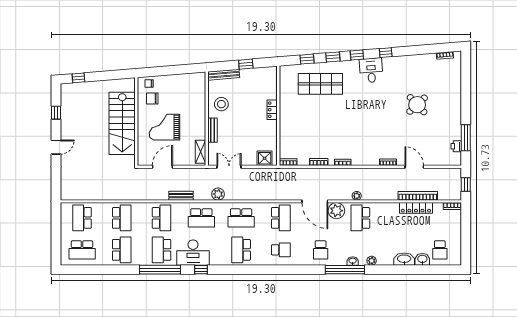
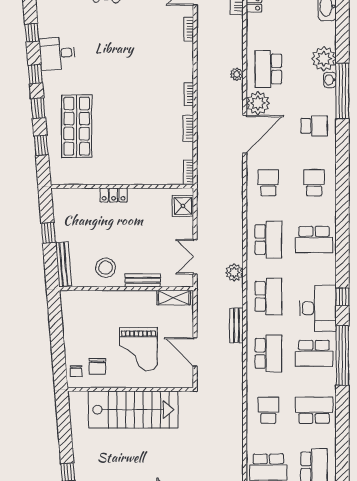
school desk: (122, 218) -> (268, 410), width x0.54
school desk: (162, 218) -> (268, 353), turned 90
school desk: (281, 218) -> (268, 183), width x0.54
school desk: (360, 218) -> (268, 69), turned 90
plant: (372, 261) -> (324, 59), width x1.88, depth x1.88

